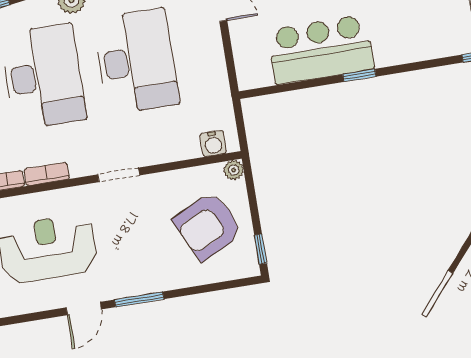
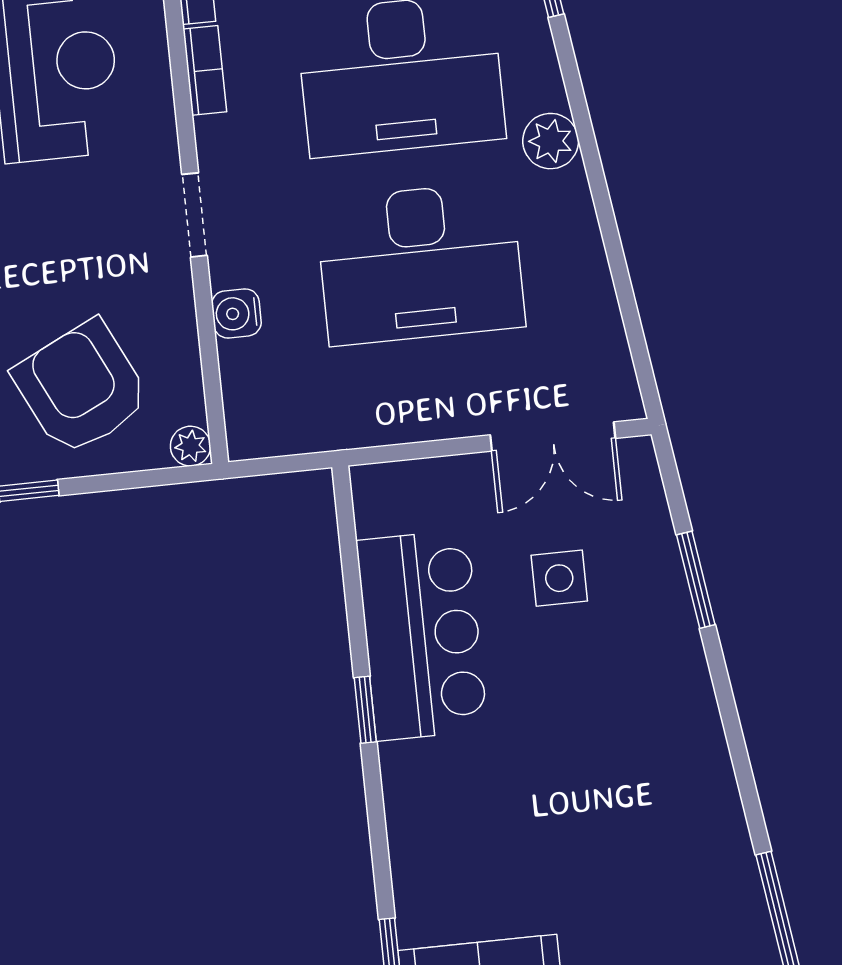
water cooler: (213, 143) -> (236, 313), moved

